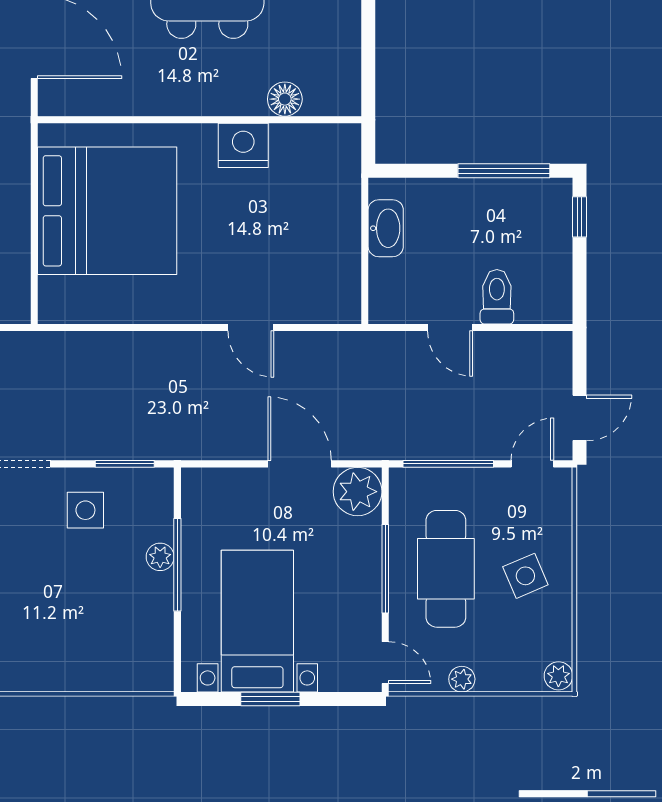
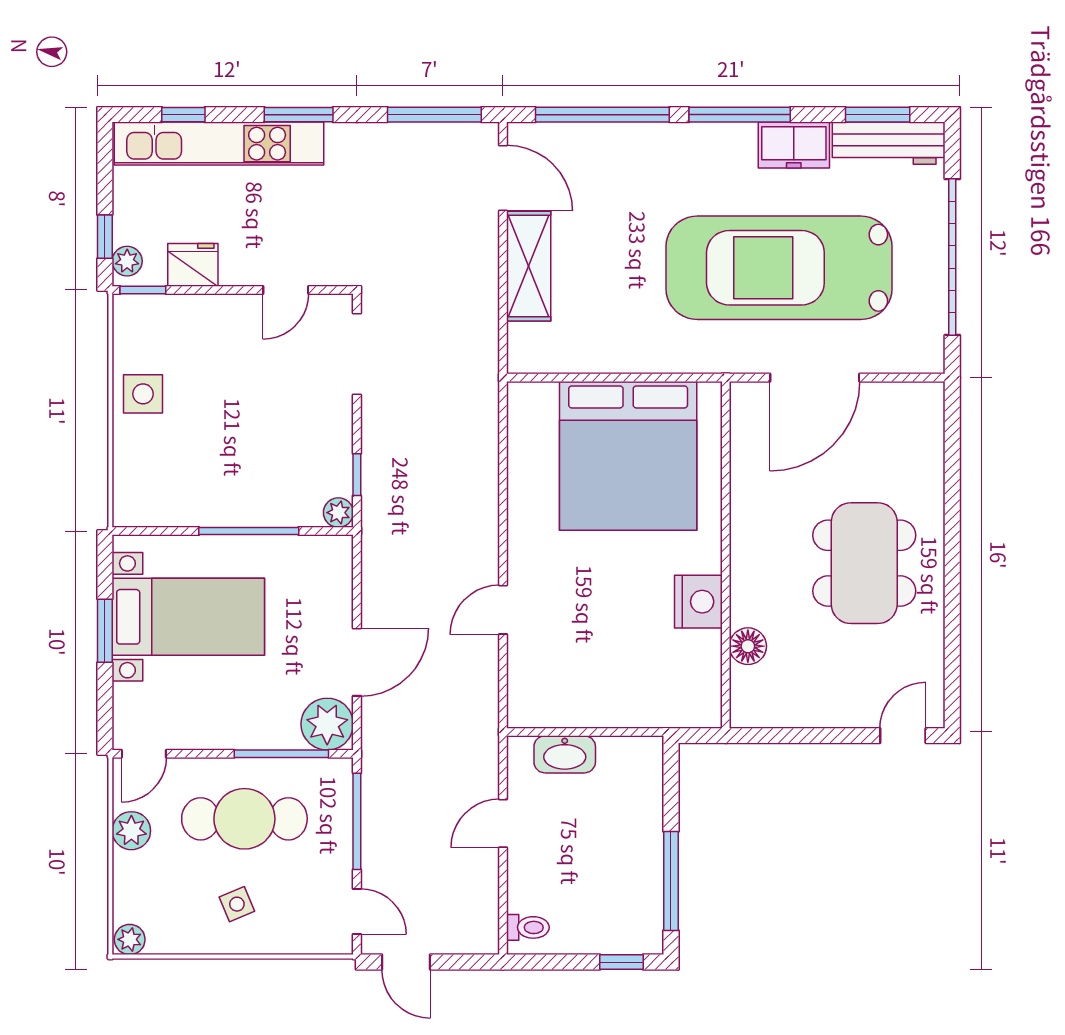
washbasin: (386, 228) -> (565, 754), moved
toilet: (497, 297) -> (528, 927), moved, width x0.73, depth x0.72
window: (125, 464) -> (357, 475), width x0.67
side table: (85, 510) -> (143, 394), moved
plant: (160, 557) -> (338, 513), moved
window: (385, 569) -> (281, 754), moved
side table: (525, 576) -> (237, 904), width x0.73, depth x0.73
plant: (462, 679) -> (131, 831), width x1.38, depth x1.38

